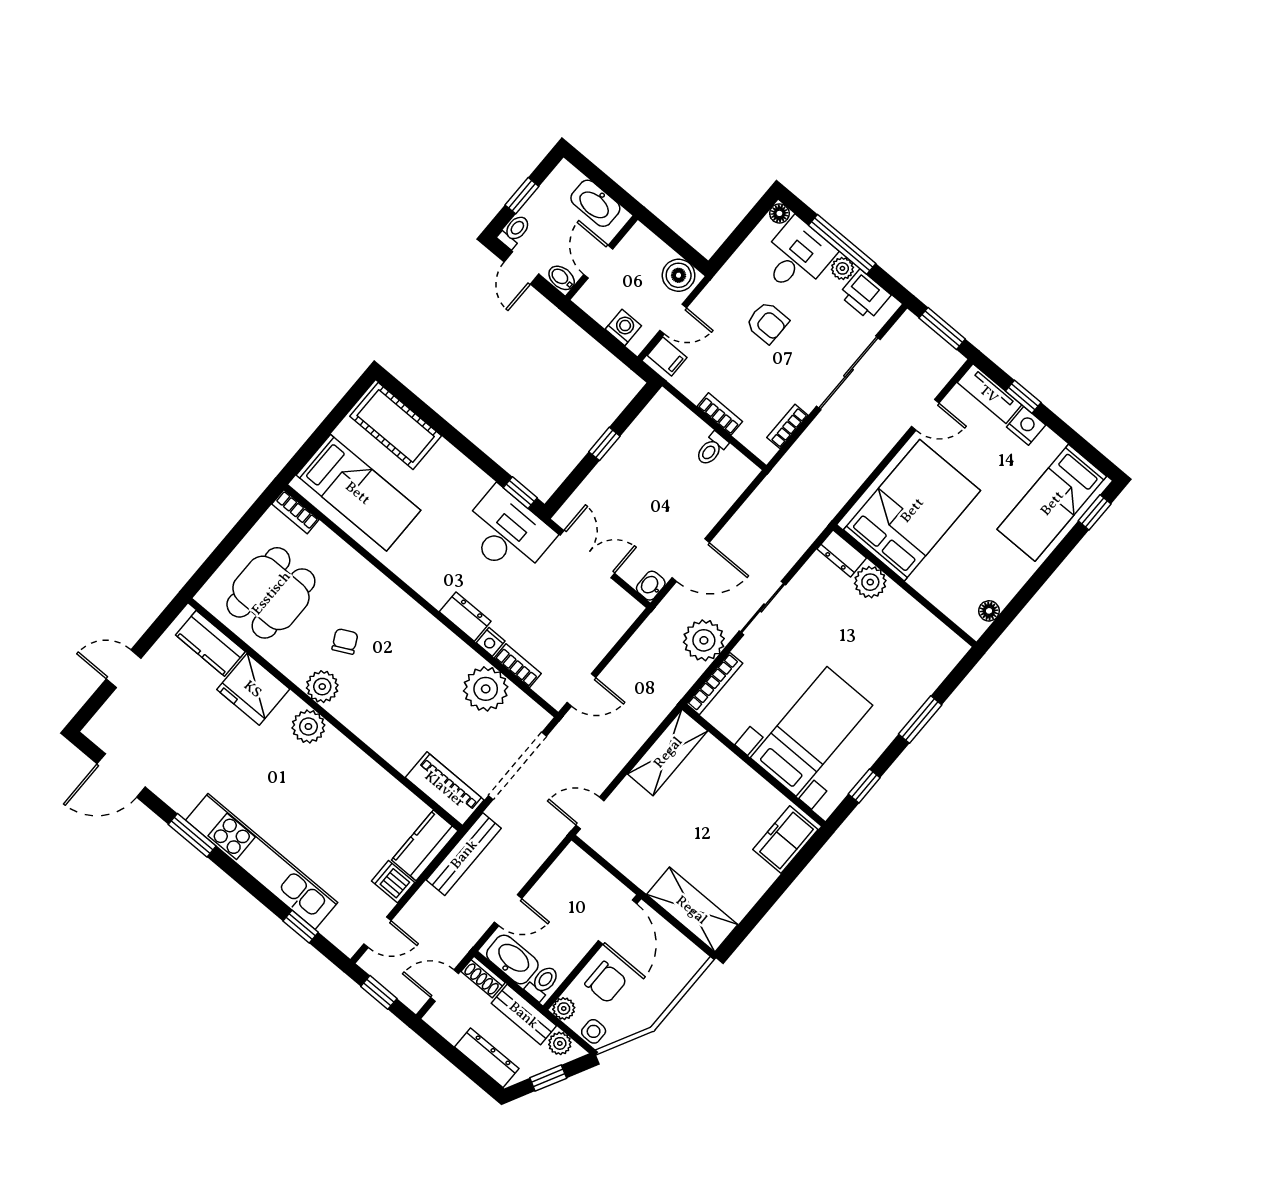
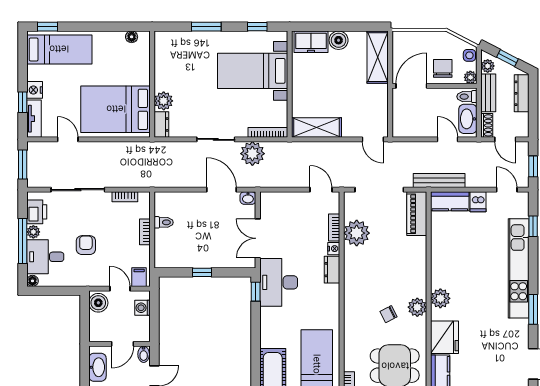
boiler: (757, 877) -> (339, 40), added

